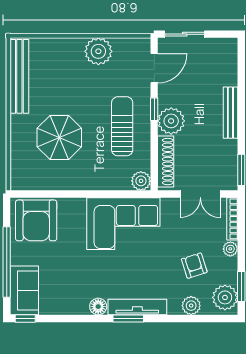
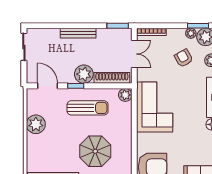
sliding door: (185, 34) -> (24, 47), moved
sun lounger: (122, 126) -> (88, 108), turned 180
plant: (230, 249) -> (191, 33), moved
armchair: (194, 266) -> (184, 58), turned 79

